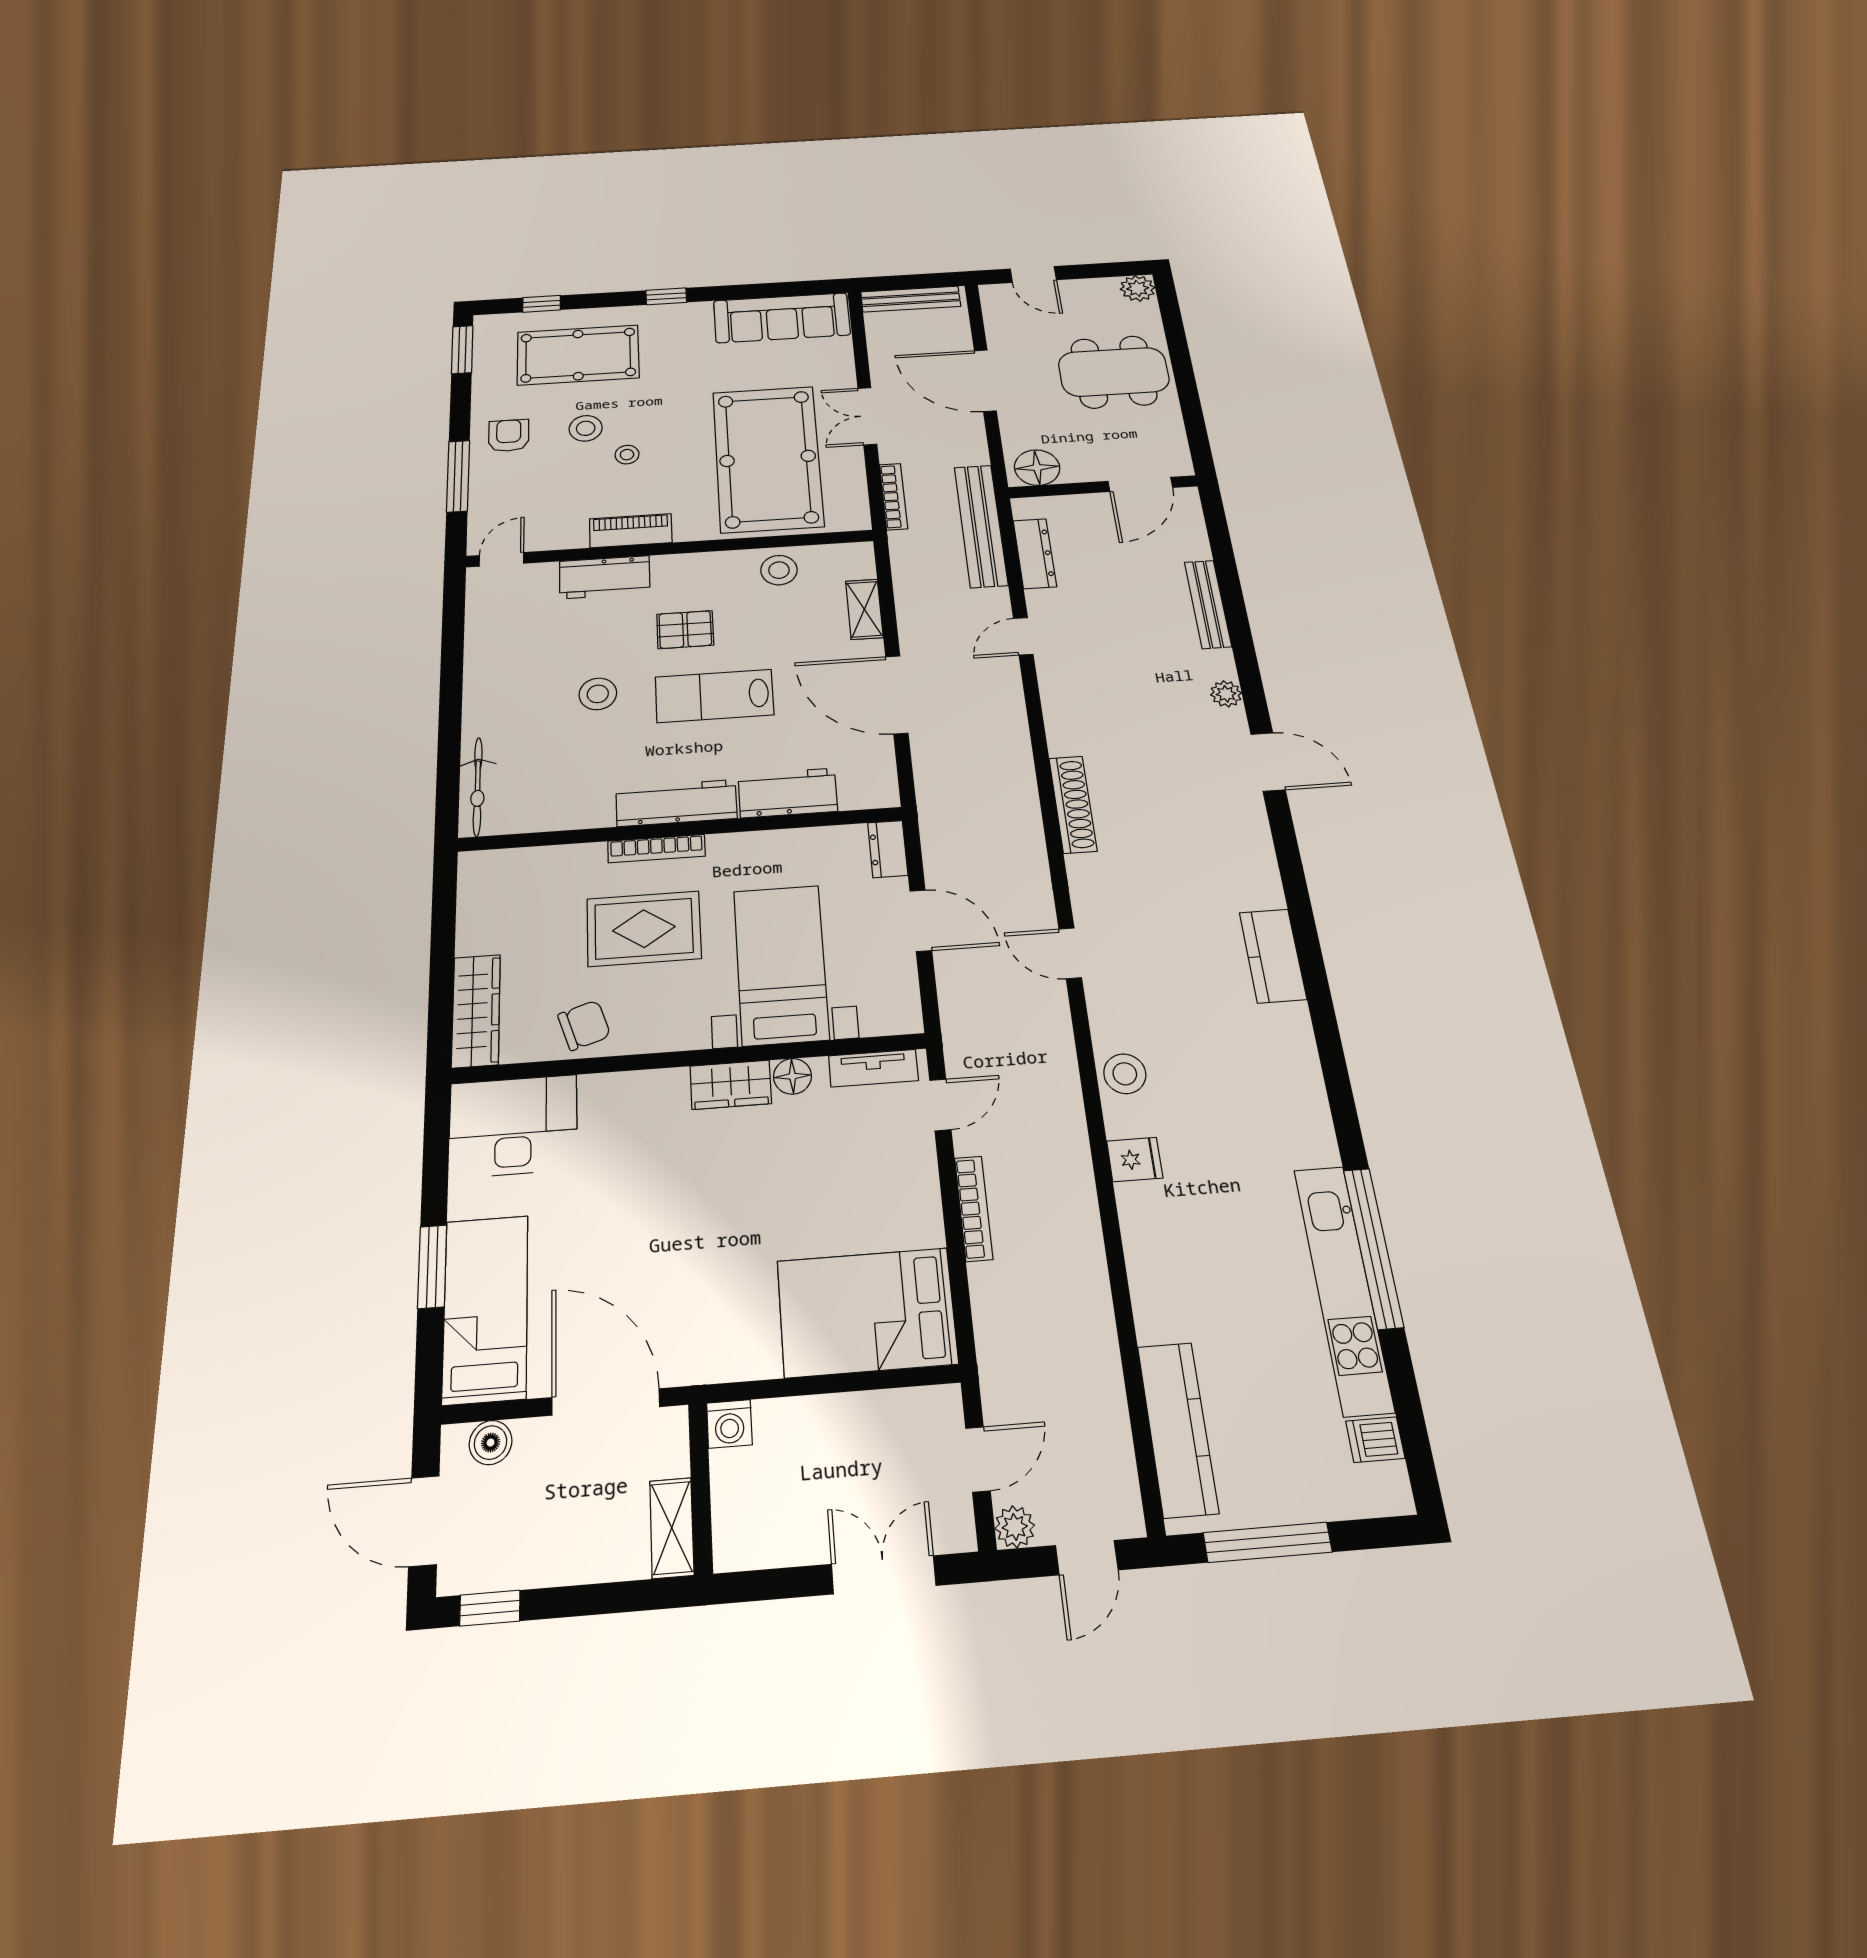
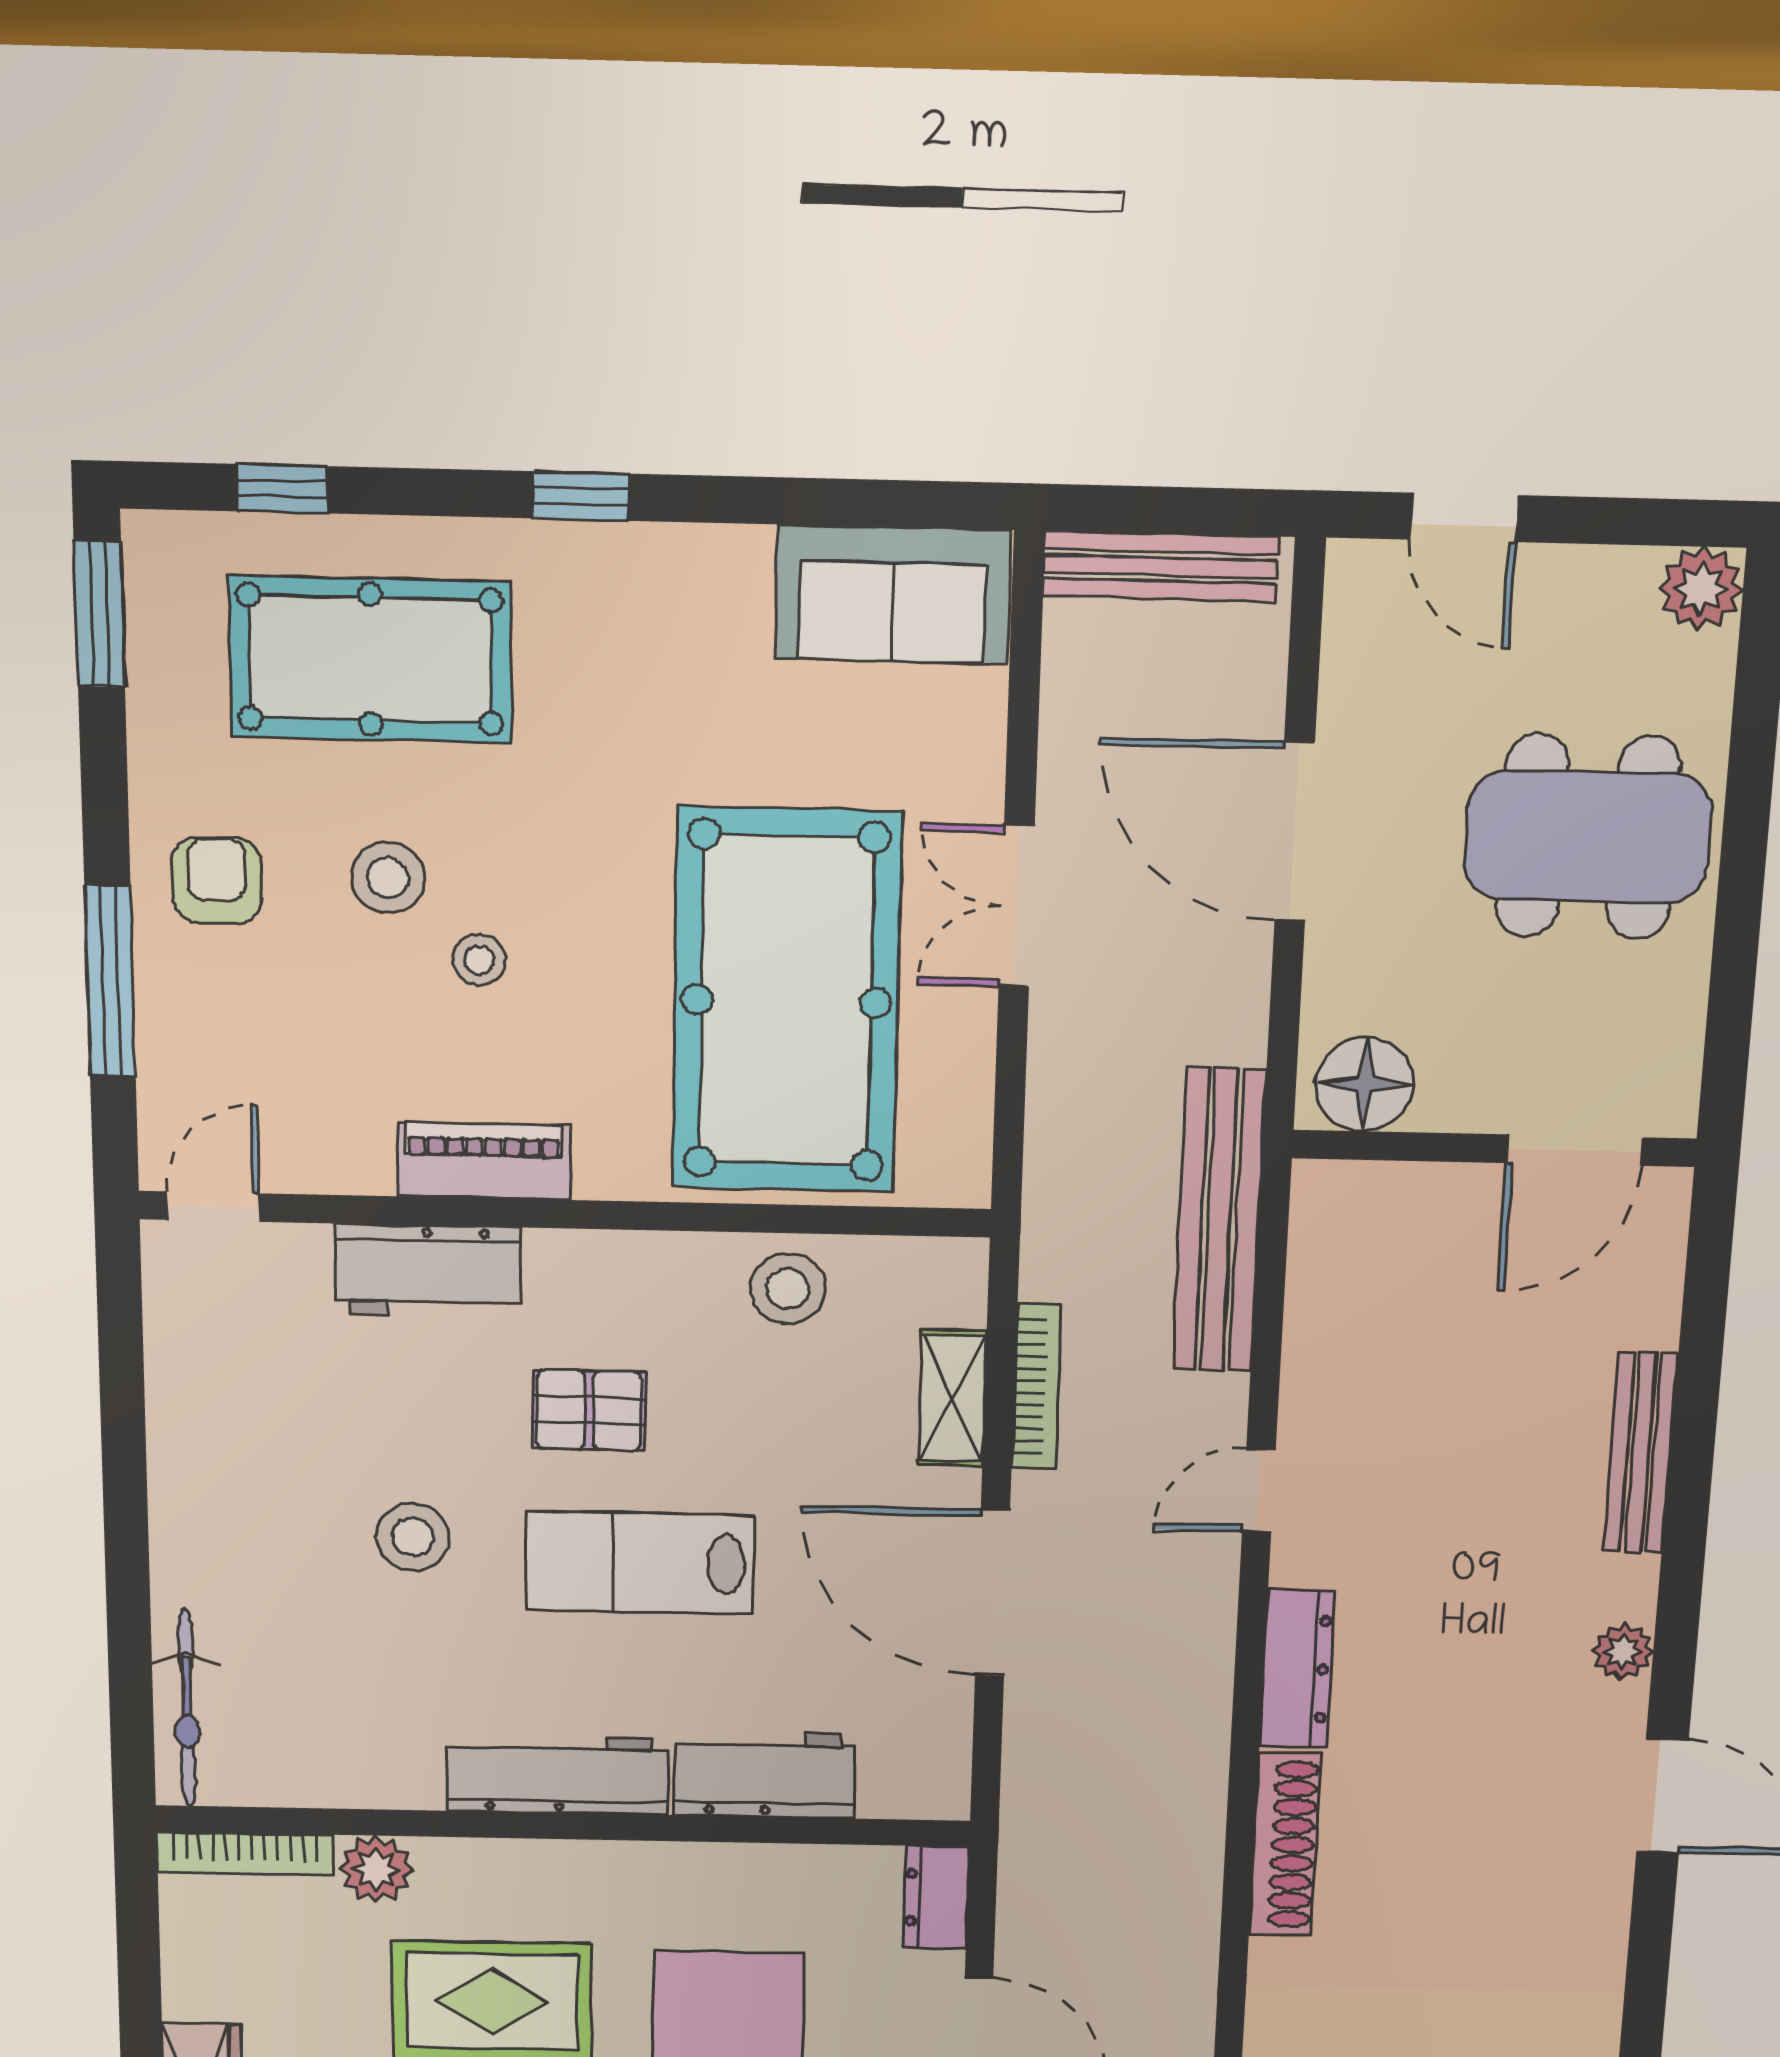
sofa: (782, 318) -> (893, 595), width x0.73
bookcase: (893, 496) -> (1037, 1387), moved
dresser: (1035, 553) -> (1297, 1669), moved
bookcase: (656, 849) -> (245, 1854), moved
plant: (578, 861) -> (376, 1869), added

